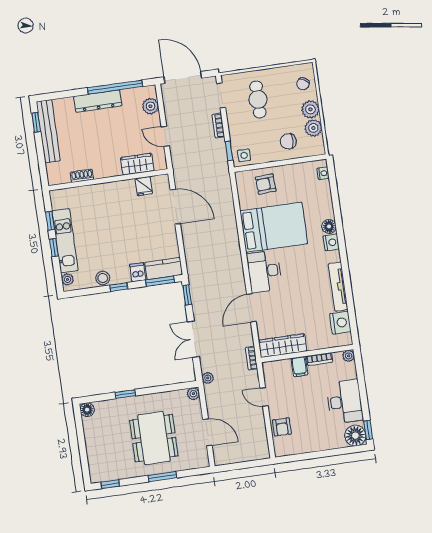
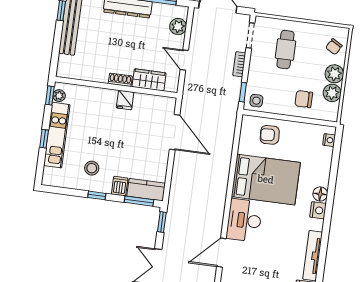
shoe rack: (82, 176) -> (120, 80), moved
fridge: (144, 186) -> (125, 100), moved
window: (50, 221) -> (50, 96), moved
stool: (103, 278) -> (92, 168), moved
plant: (67, 279) -> (59, 96), moved

